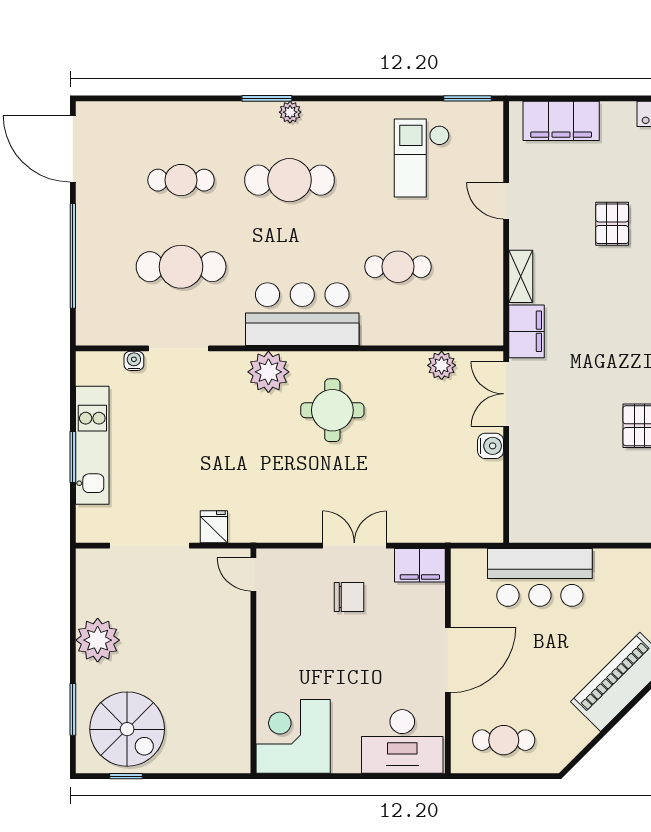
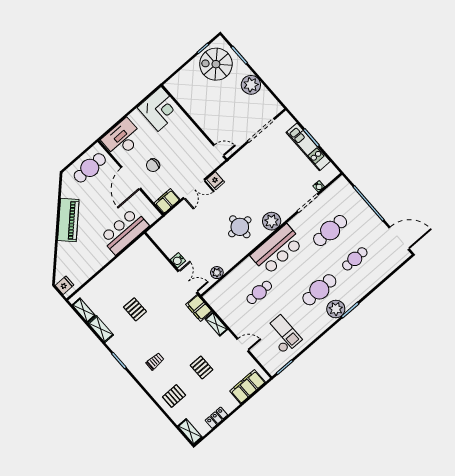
plant: (290, 112) -> (336, 309), width x1.87, depth x1.87
fridge: (214, 527) -> (216, 181), moved
chair: (349, 597) -> (153, 165), moved
cafe table: (504, 740) -> (90, 168), width x1.37, depth x1.35

